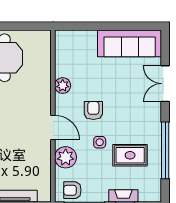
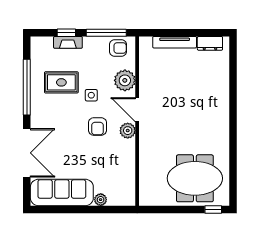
plant: (90, 36) -> (101, 200), added
double door: (165, 84) -> (27, 153), width x1.37
plant: (63, 86) -> (128, 131), moved

